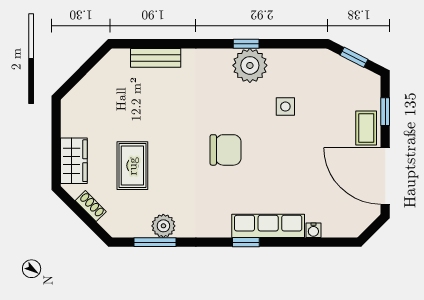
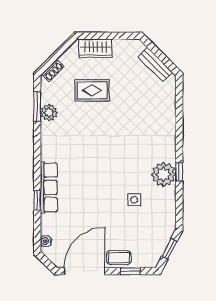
bench: (156, 58) -> (155, 65), moved, turned -45
chair: (226, 150) -> (103, 157), removed
shoe rack: (91, 206) -> (53, 71), moved
water cooler: (313, 230) -> (46, 241), moved
window: (246, 242) -> (37, 200), moved

